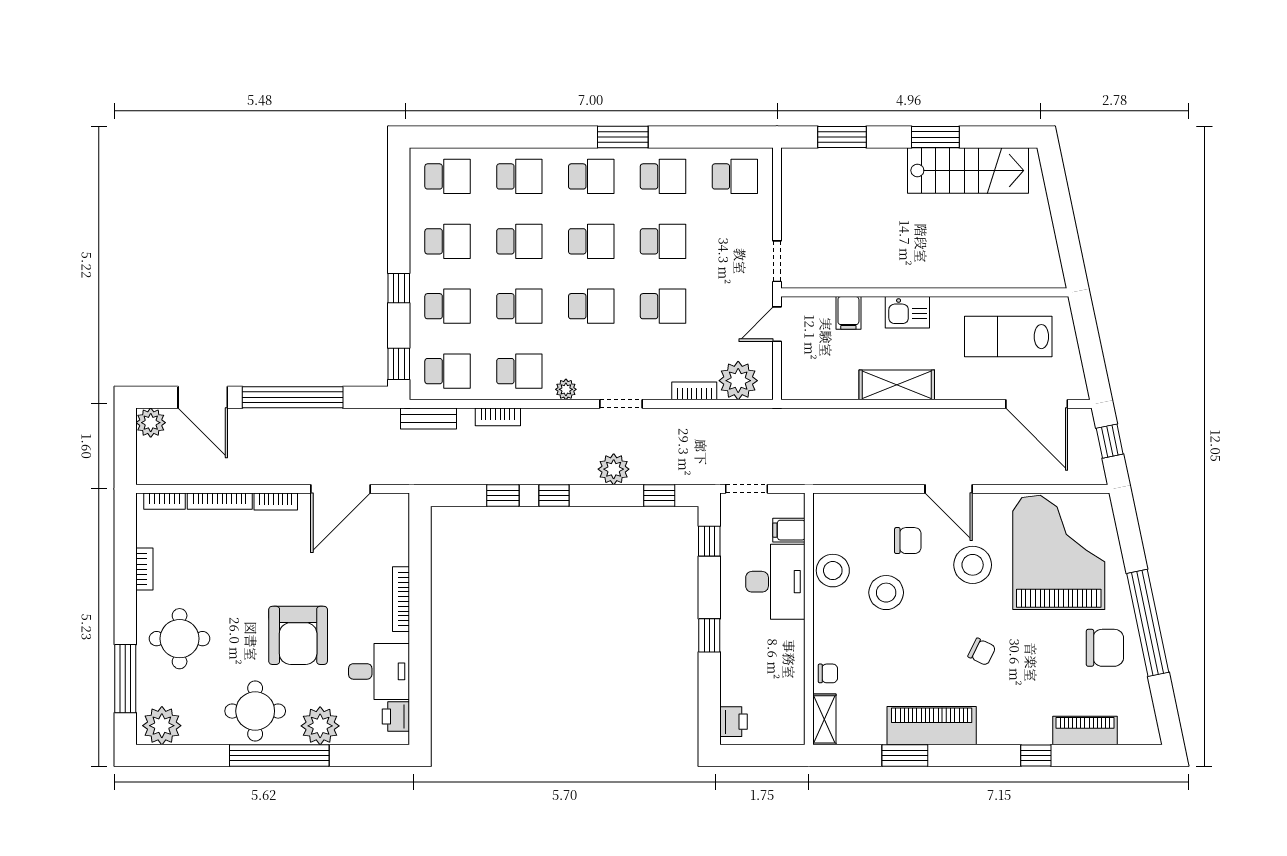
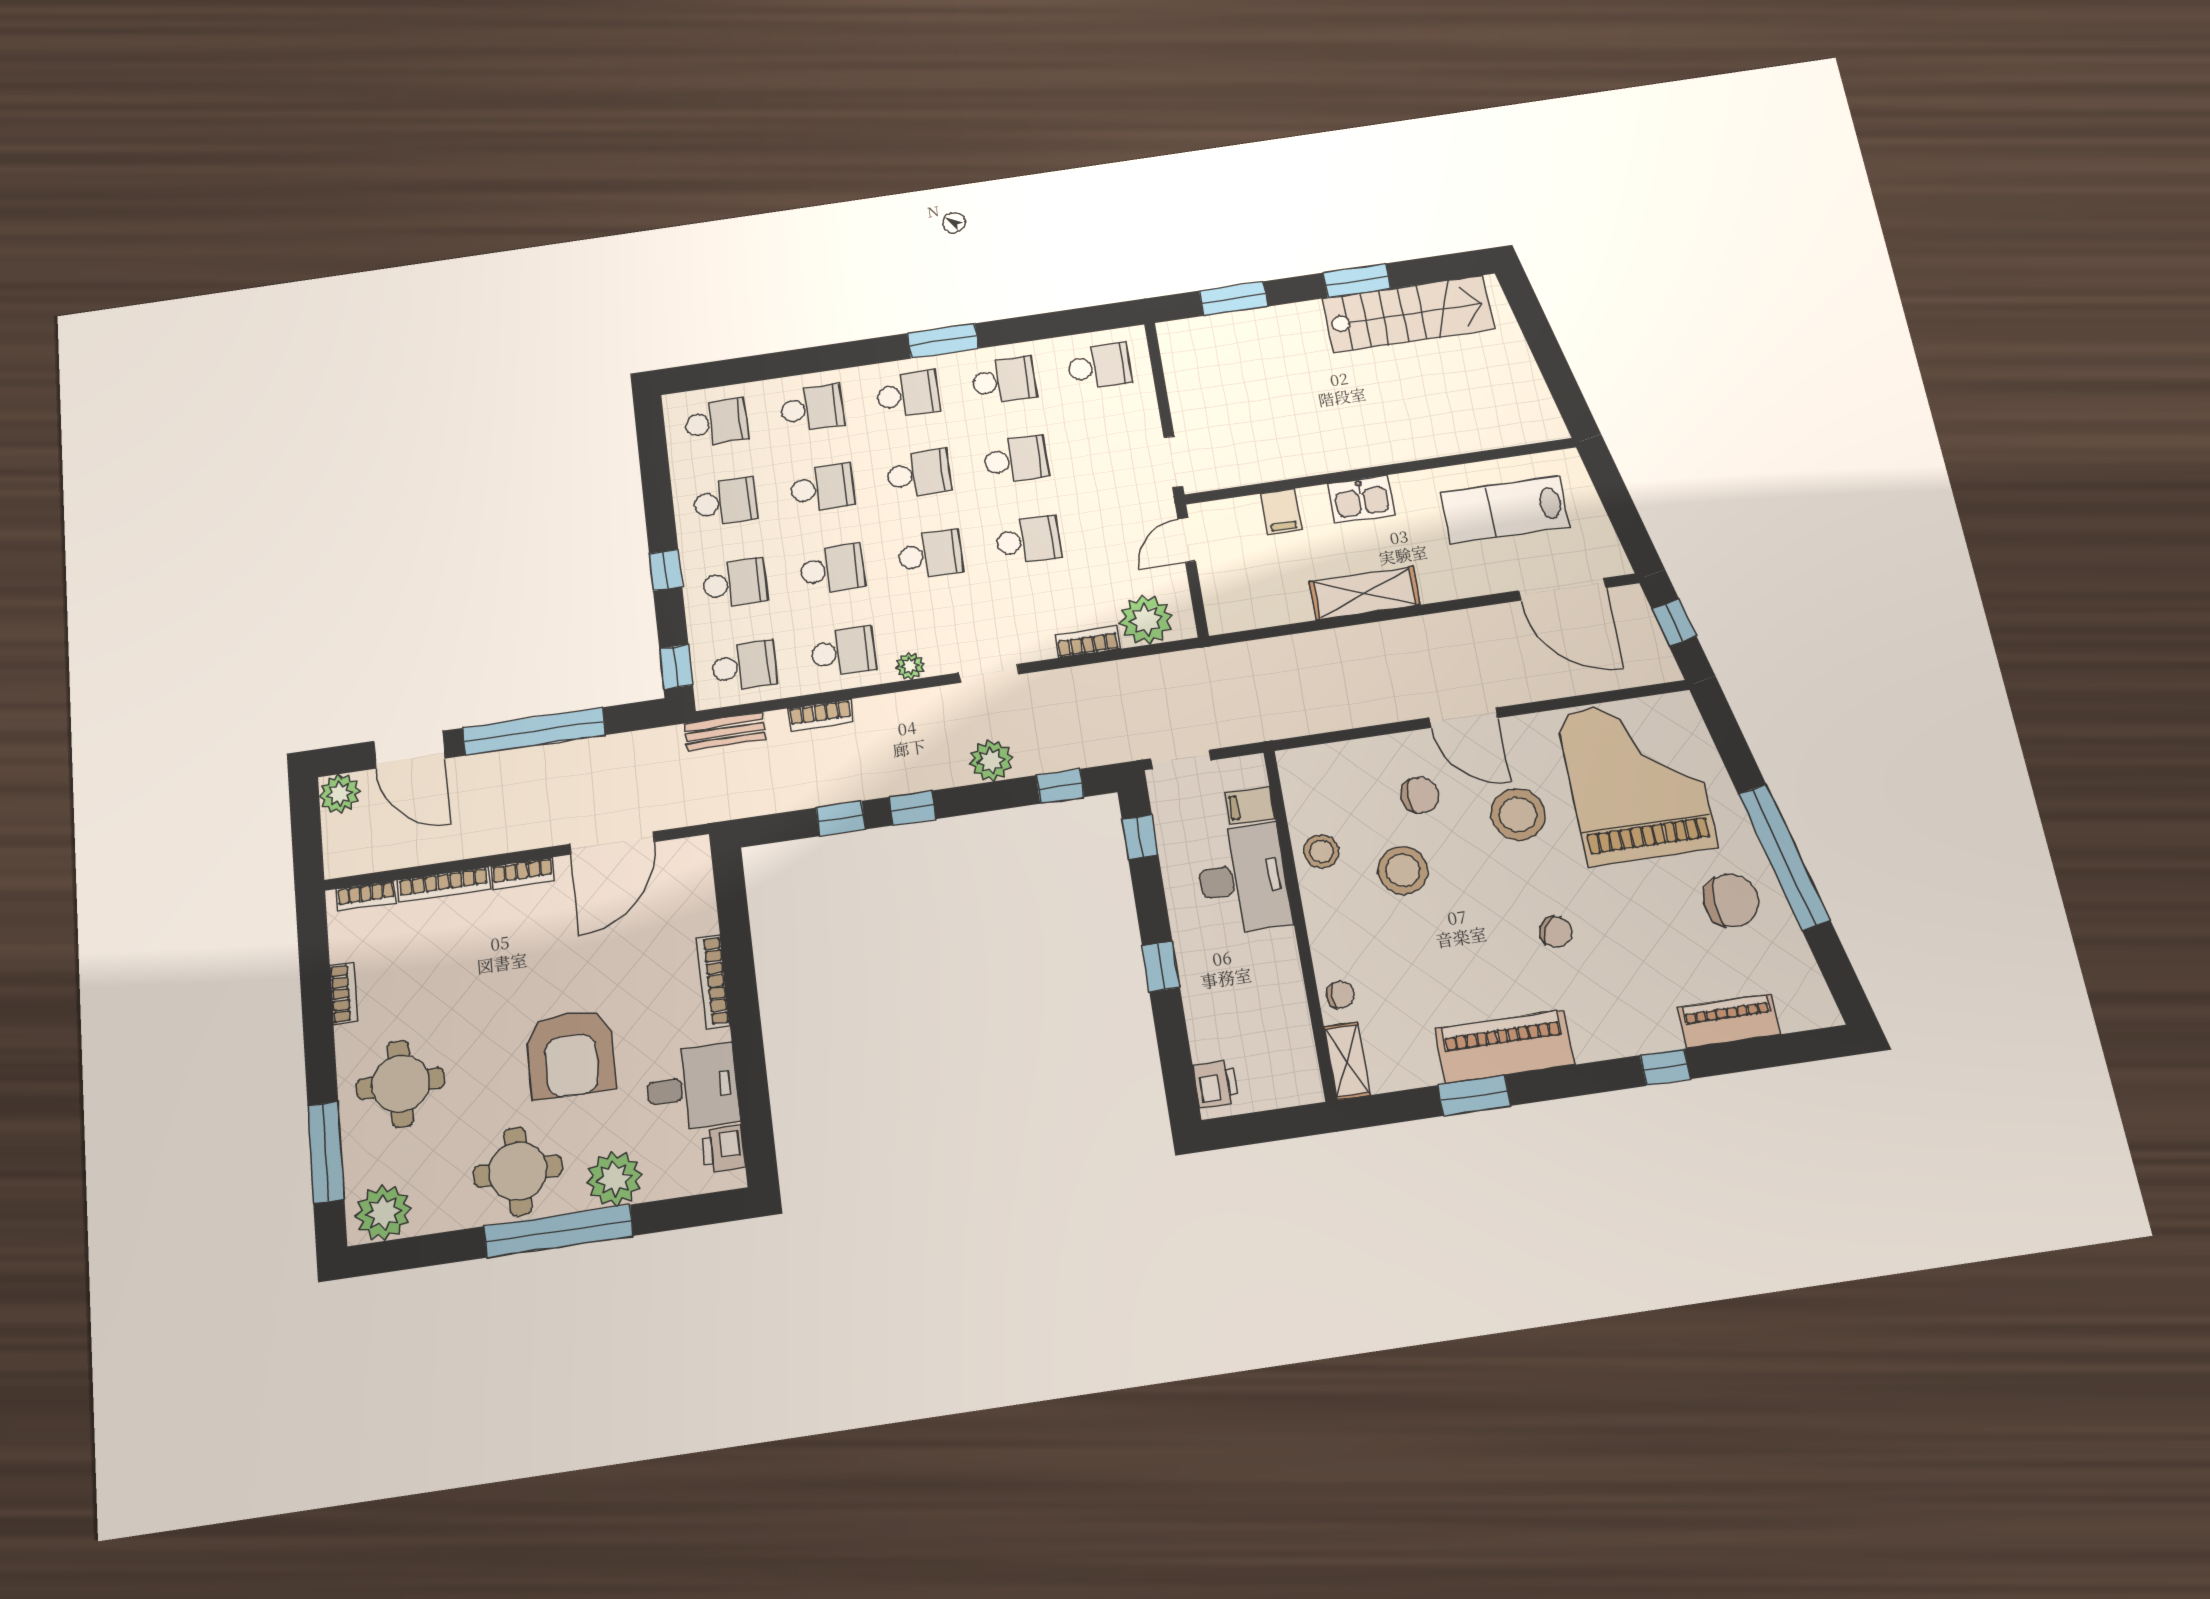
stool: (833, 571) -> (1321, 851), width x0.73, depth x0.73

